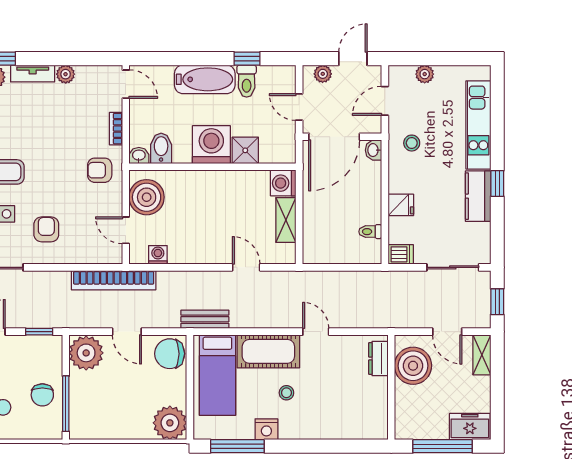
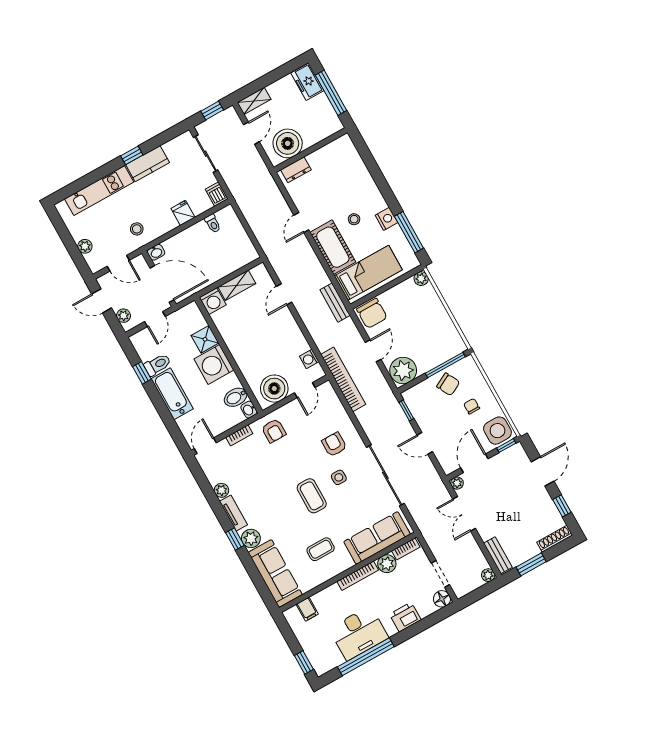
armchair: (46, 229) -> (334, 444), turned 90
chair: (42, 395) -> (448, 384), turned 62
plant: (170, 423) -> (421, 279), width x0.53, depth x0.53

